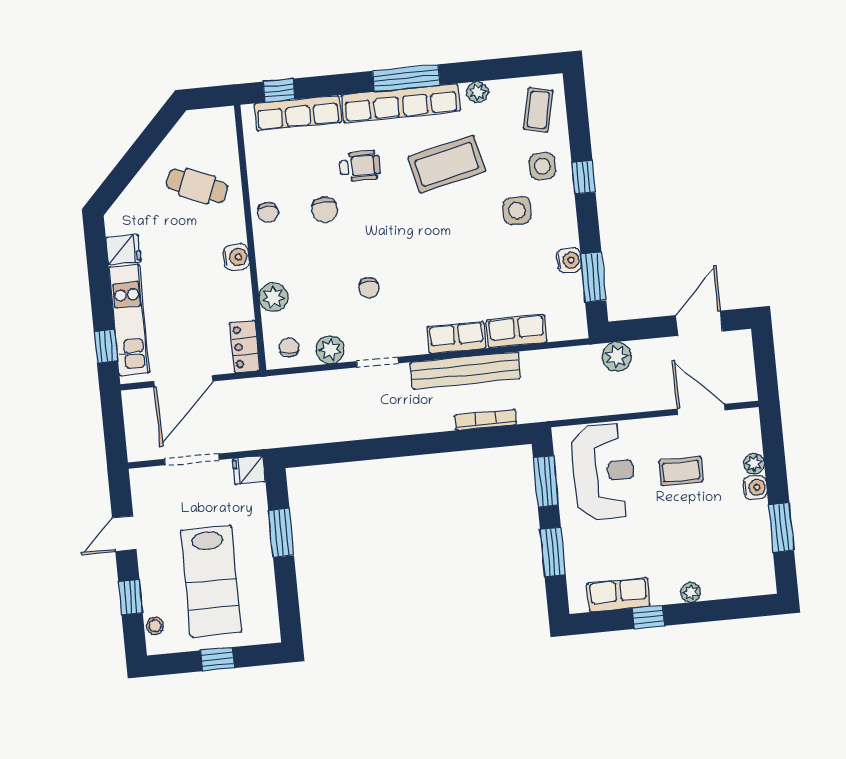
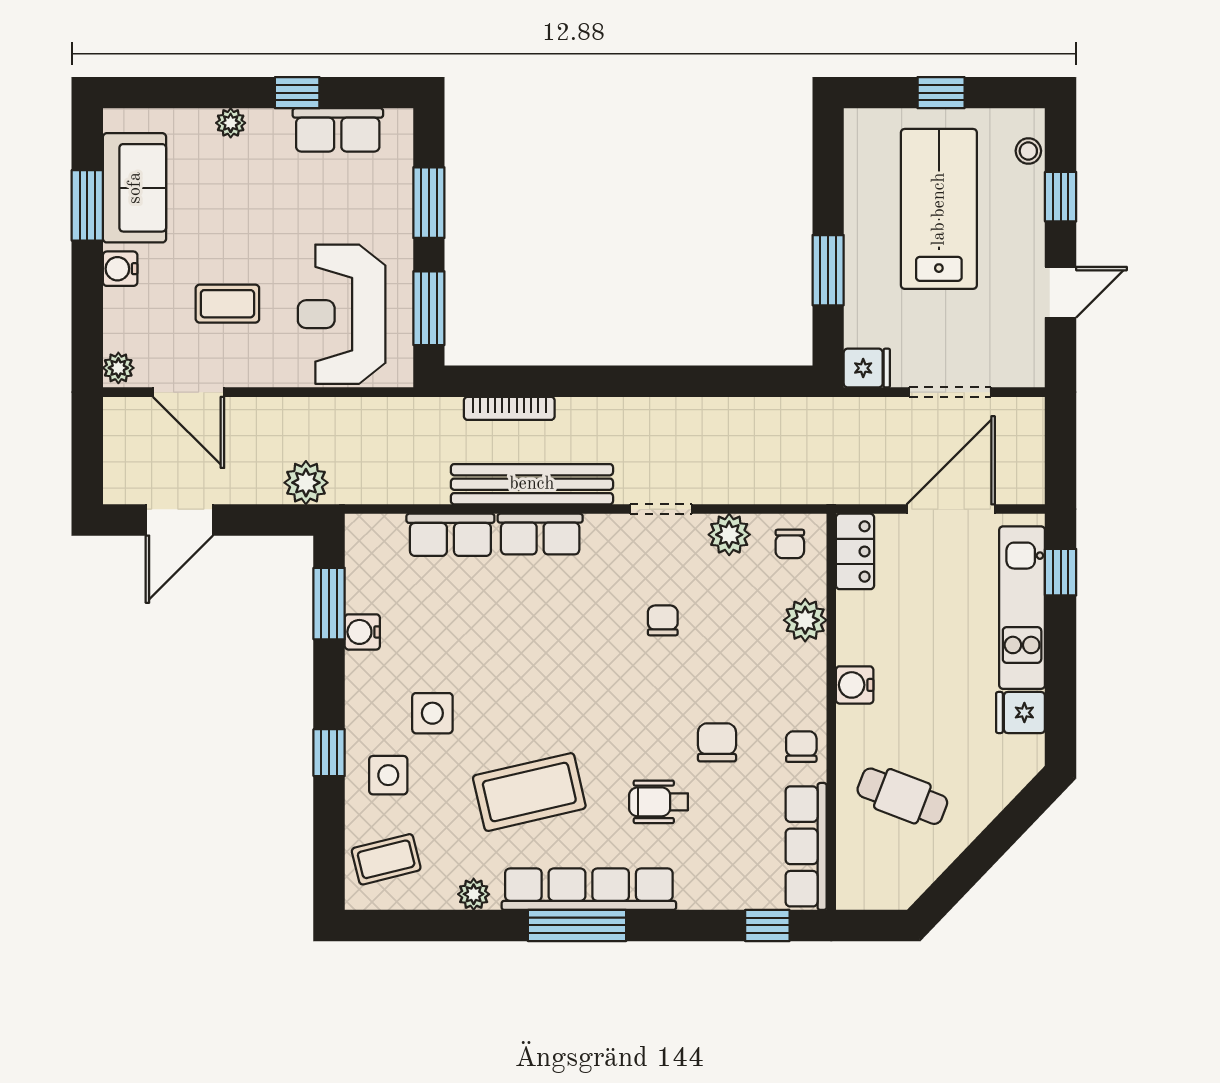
coffee table: (538, 110) -> (386, 859), turned 63
row of seats: (298, 113) -> (806, 846), moved, turned -90
plant: (754, 463) -> (118, 368), moved
sofa: (751, 543) -> (135, 188), added

